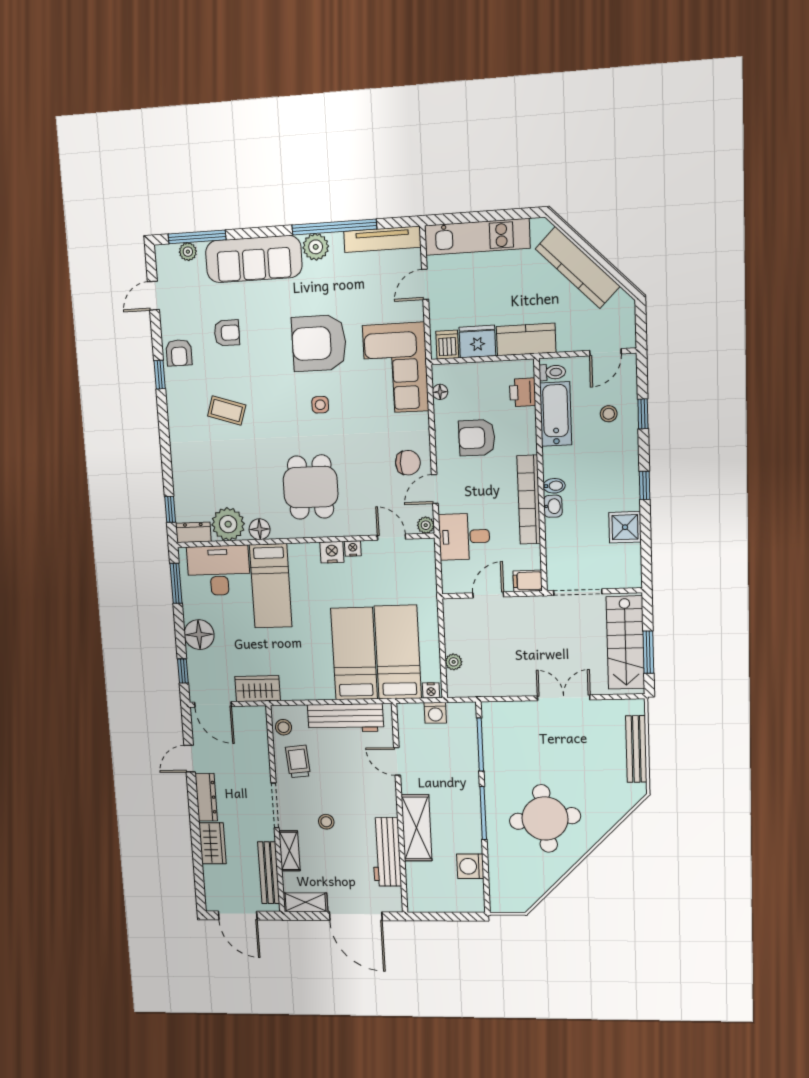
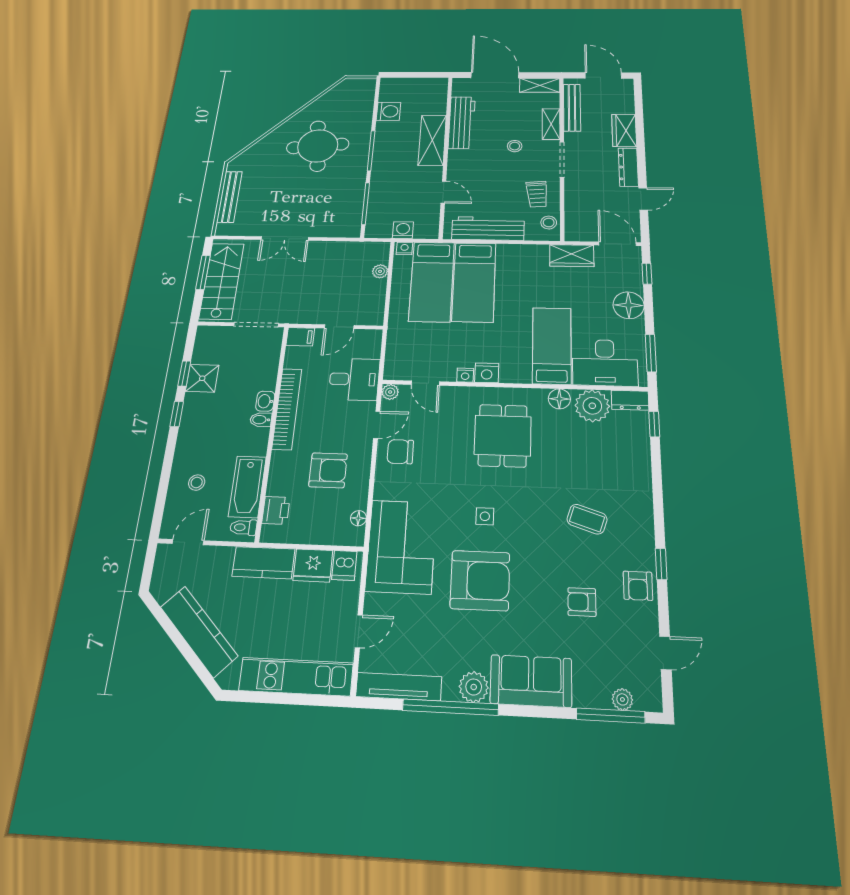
sofa: (254, 259) -> (531, 681), width x0.73
armchair: (179, 353) -> (638, 586), turned 180
window: (643, 414) -> (184, 373), moved

